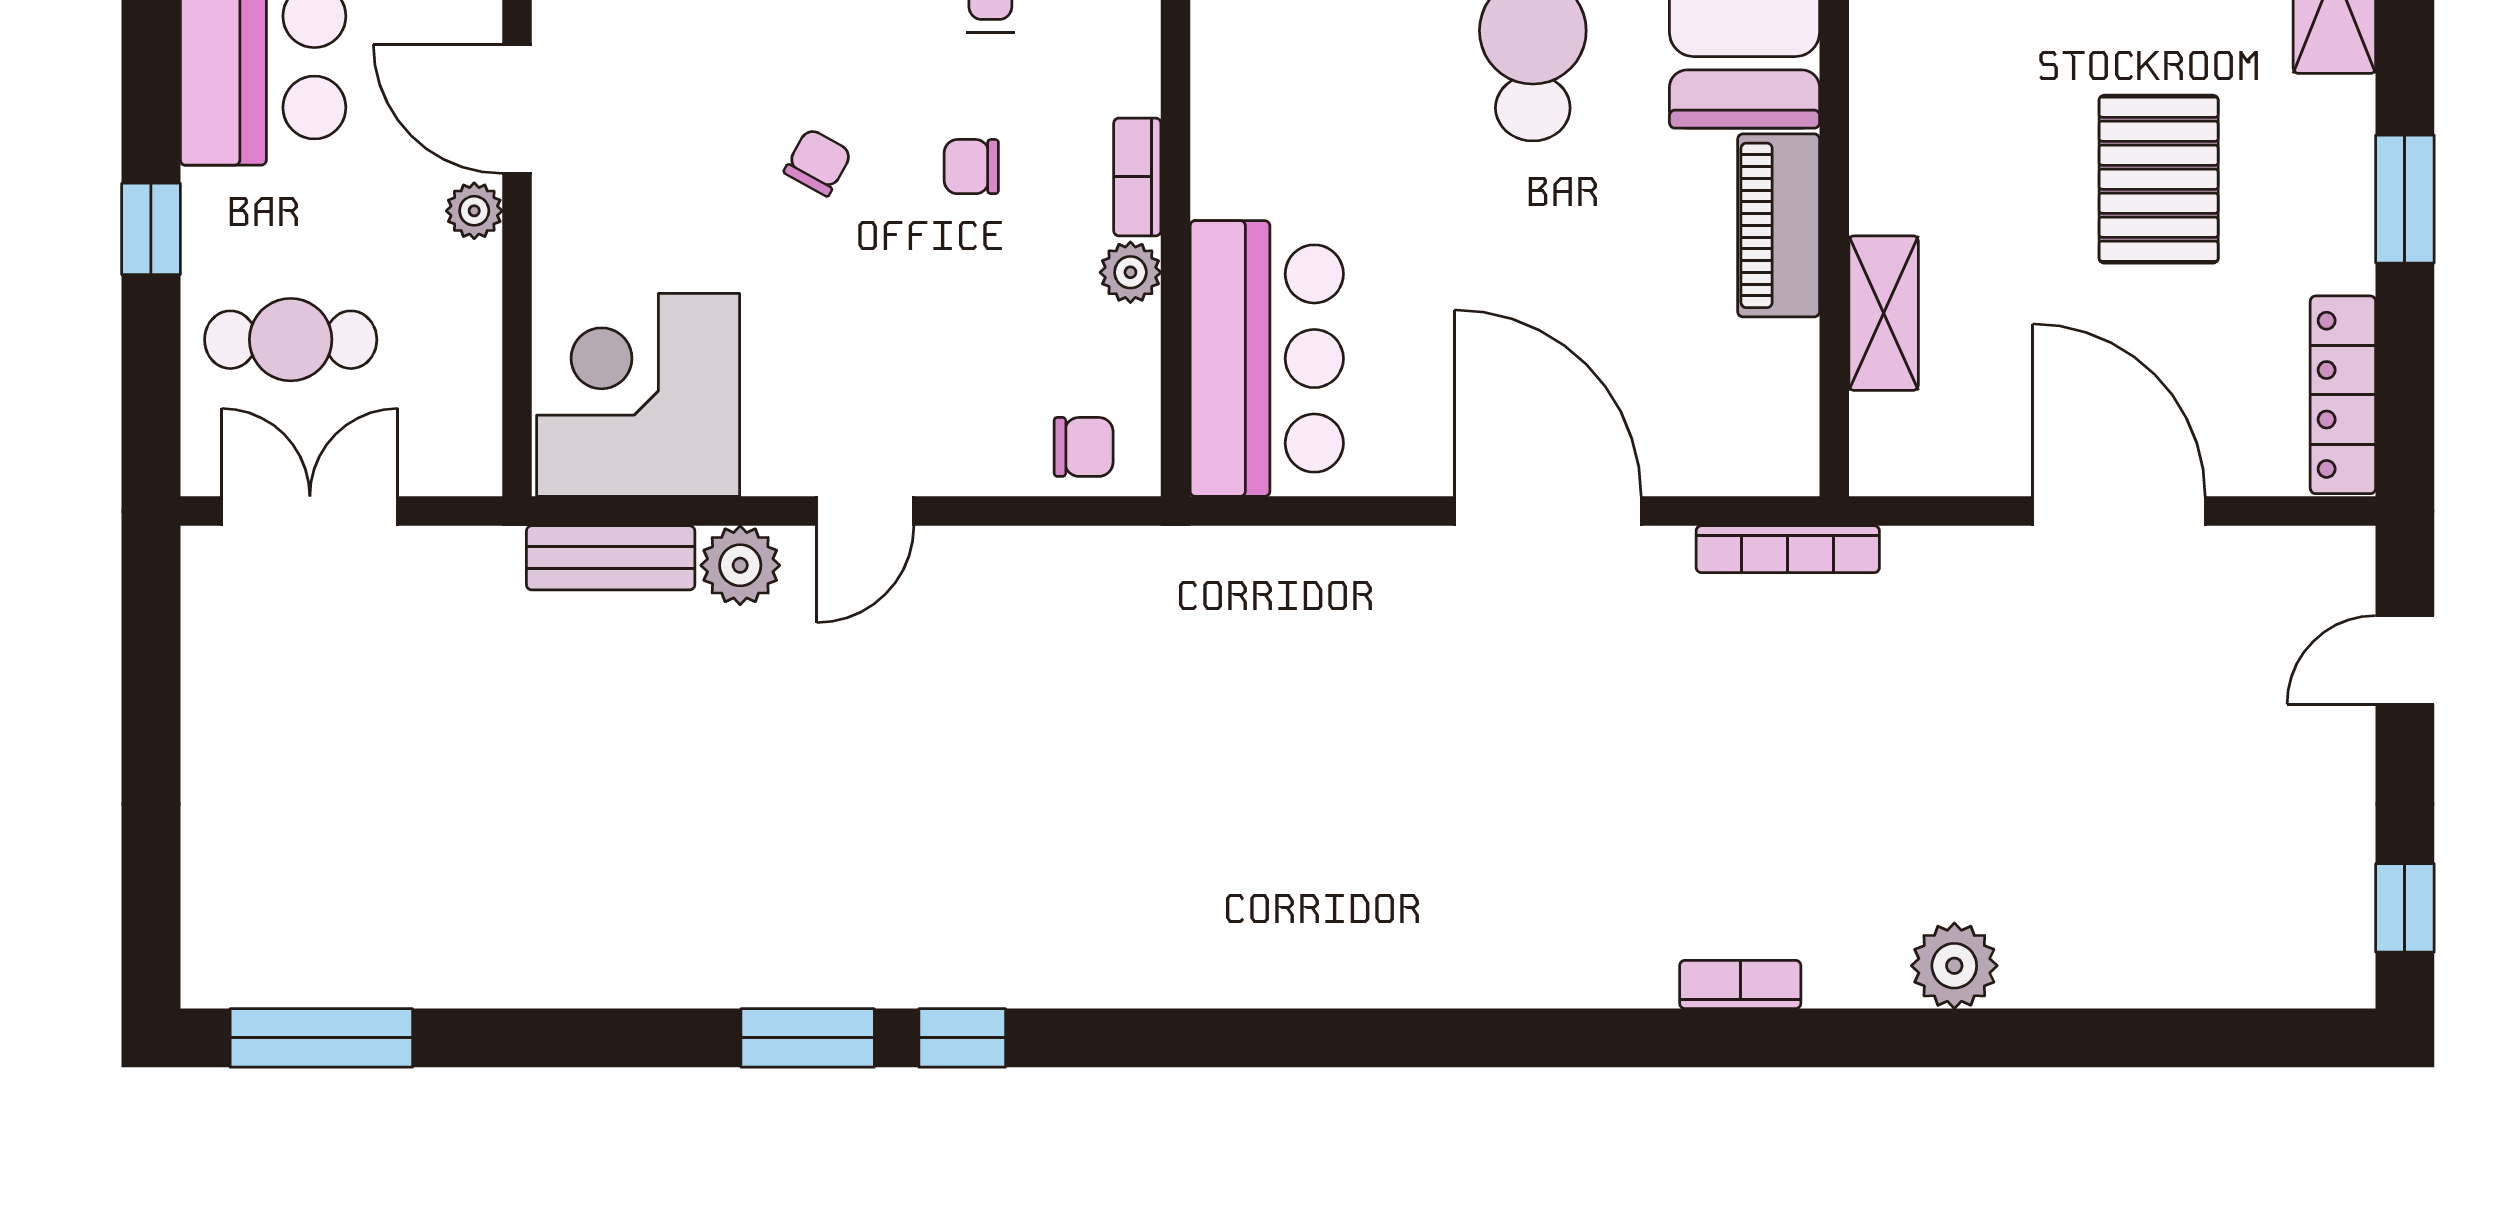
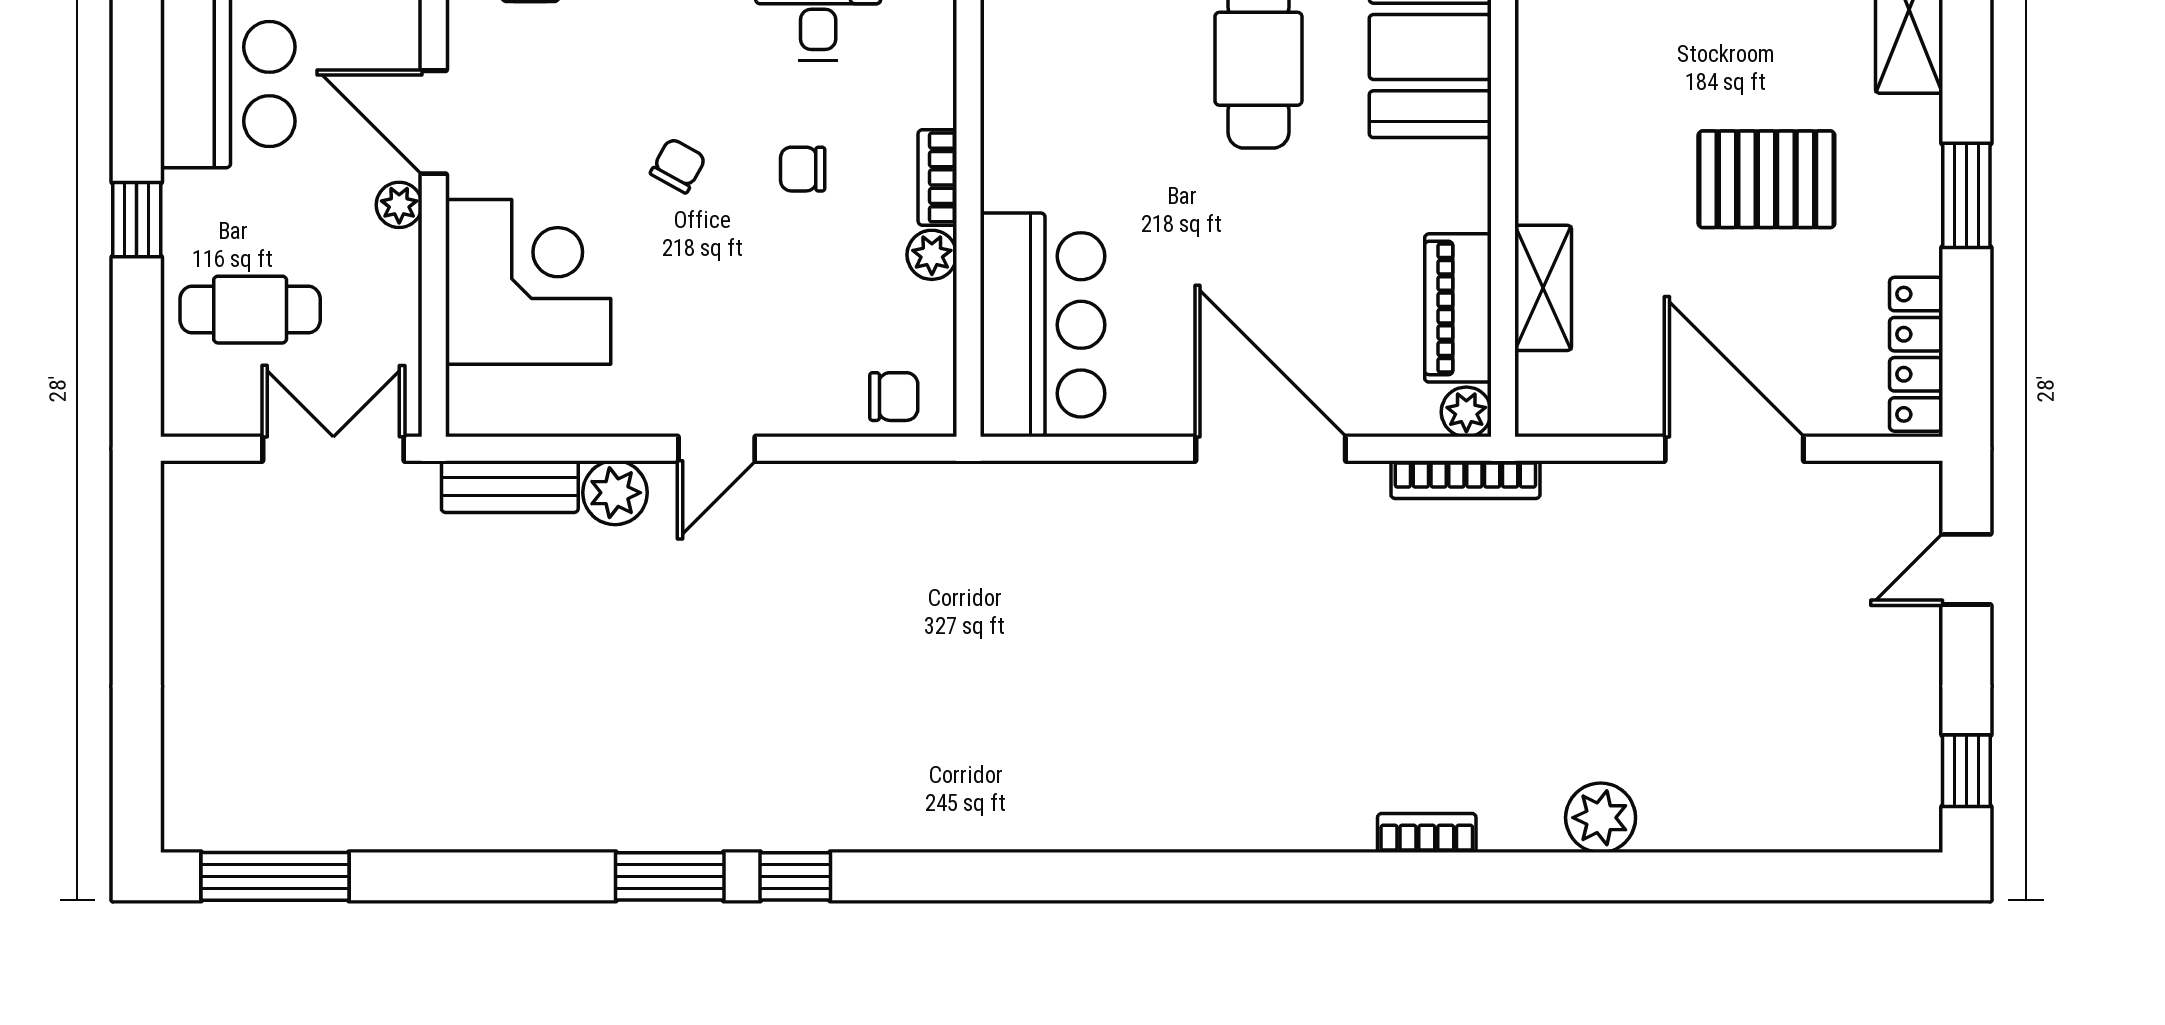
pallet: (2159, 179) -> (1766, 179), turned 90
piano: (1779, 225) -> (1458, 308), moved
corner desk: (638, 395) -> (528, 282), moved, turned 90
plant: (1789, 466) -> (1466, 412), added
double door: (310, 511) -> (333, 449), moved

